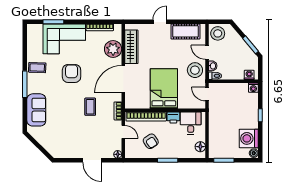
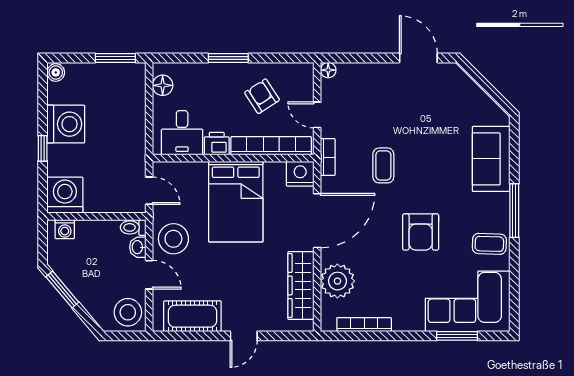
corner sofa: (64, 39) -> (468, 301), moved
washing machine: (253, 88) -> (65, 195), width x1.89, depth x1.89
nightstand: (132, 103) -> (300, 174), added
washing machine: (249, 138) -> (66, 124), moved
door: (92, 160) -> (418, 58), moved

